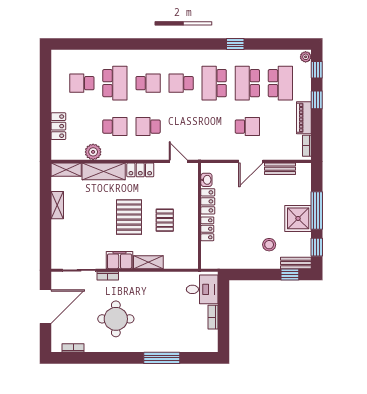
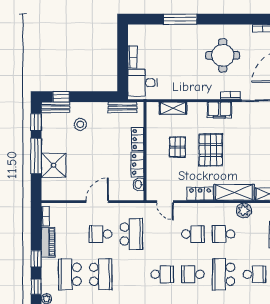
school desk: (214, 83) -> (131, 234), moved
bench: (280, 169) -> (122, 107), moved
shower: (298, 218) -> (54, 165), moved
shelving: (148, 262) -> (173, 108), moved

